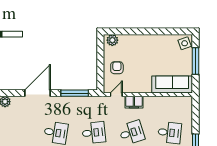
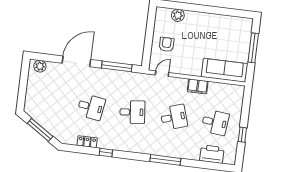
plant: (112, 40) -> (178, 15), moved
side table: (185, 43) -> (244, 27), removed
filing cabinet: (134, 102) -> (198, 86), moved

